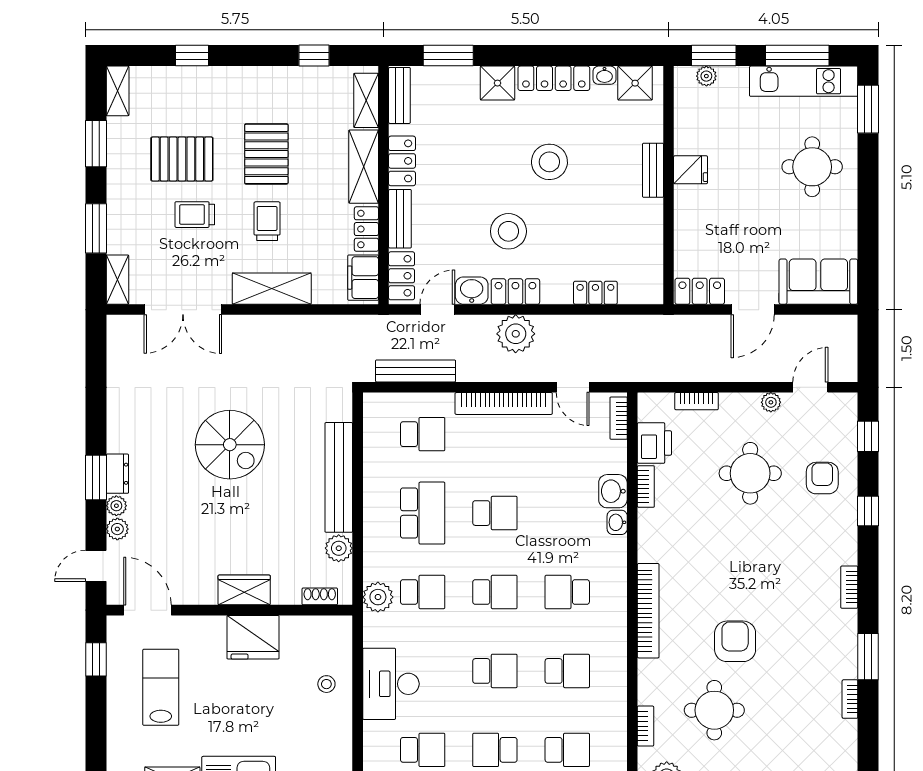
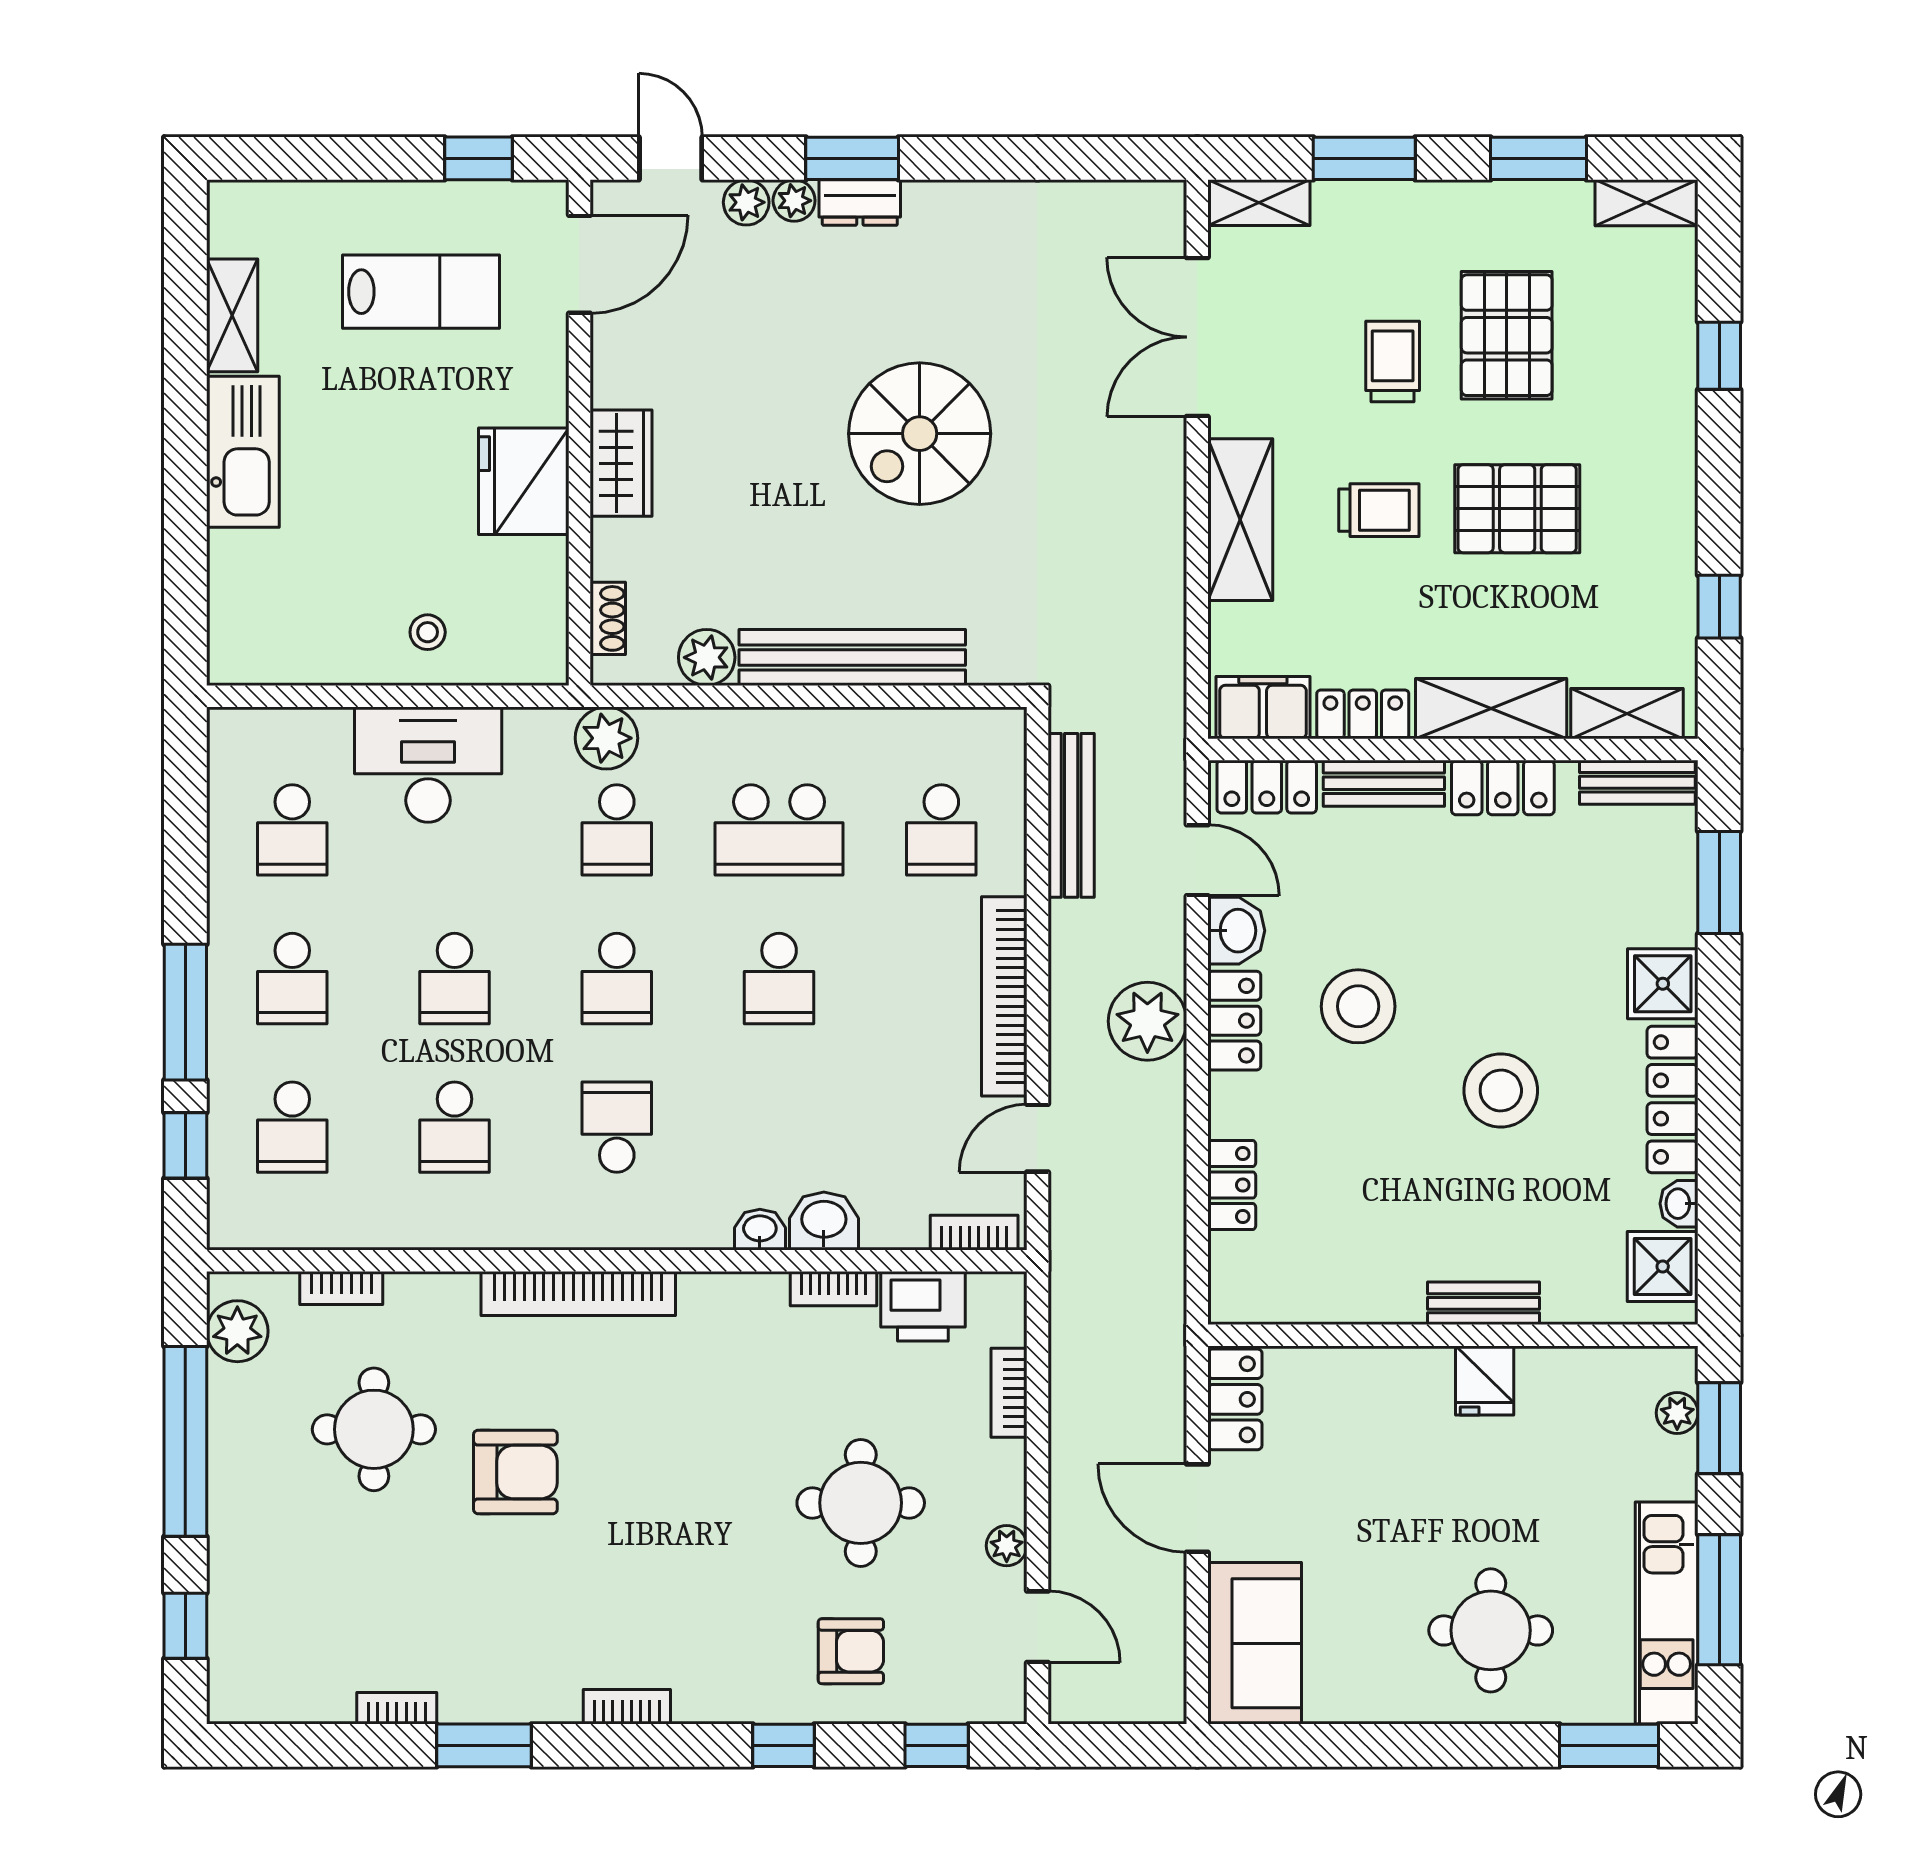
school desk: (495, 750) -> (292, 979), turned 180

